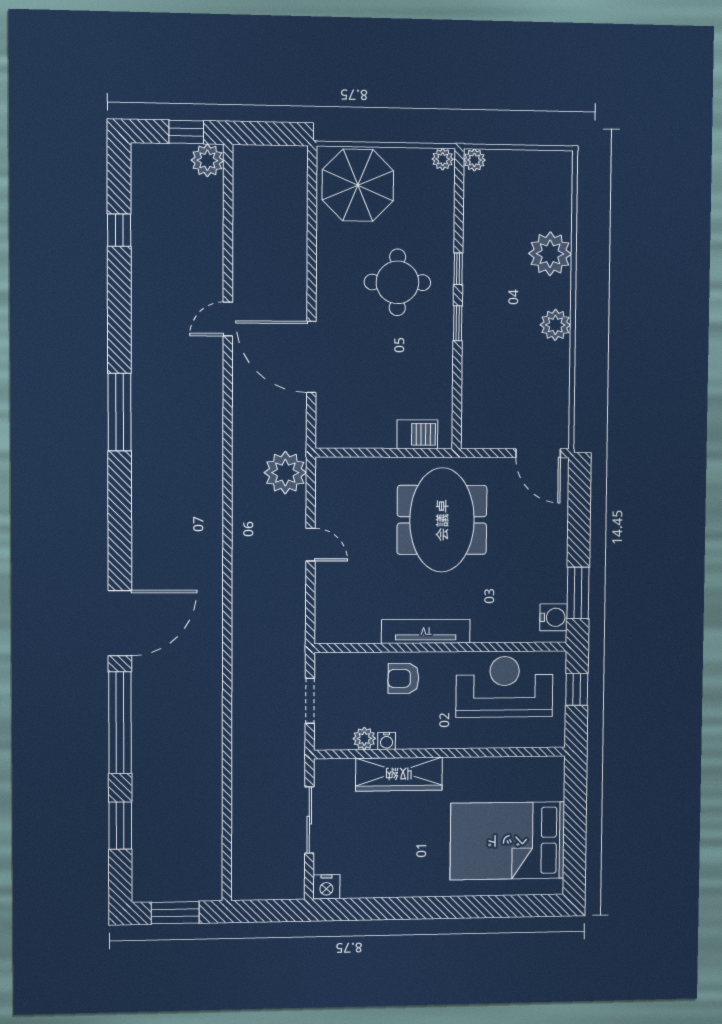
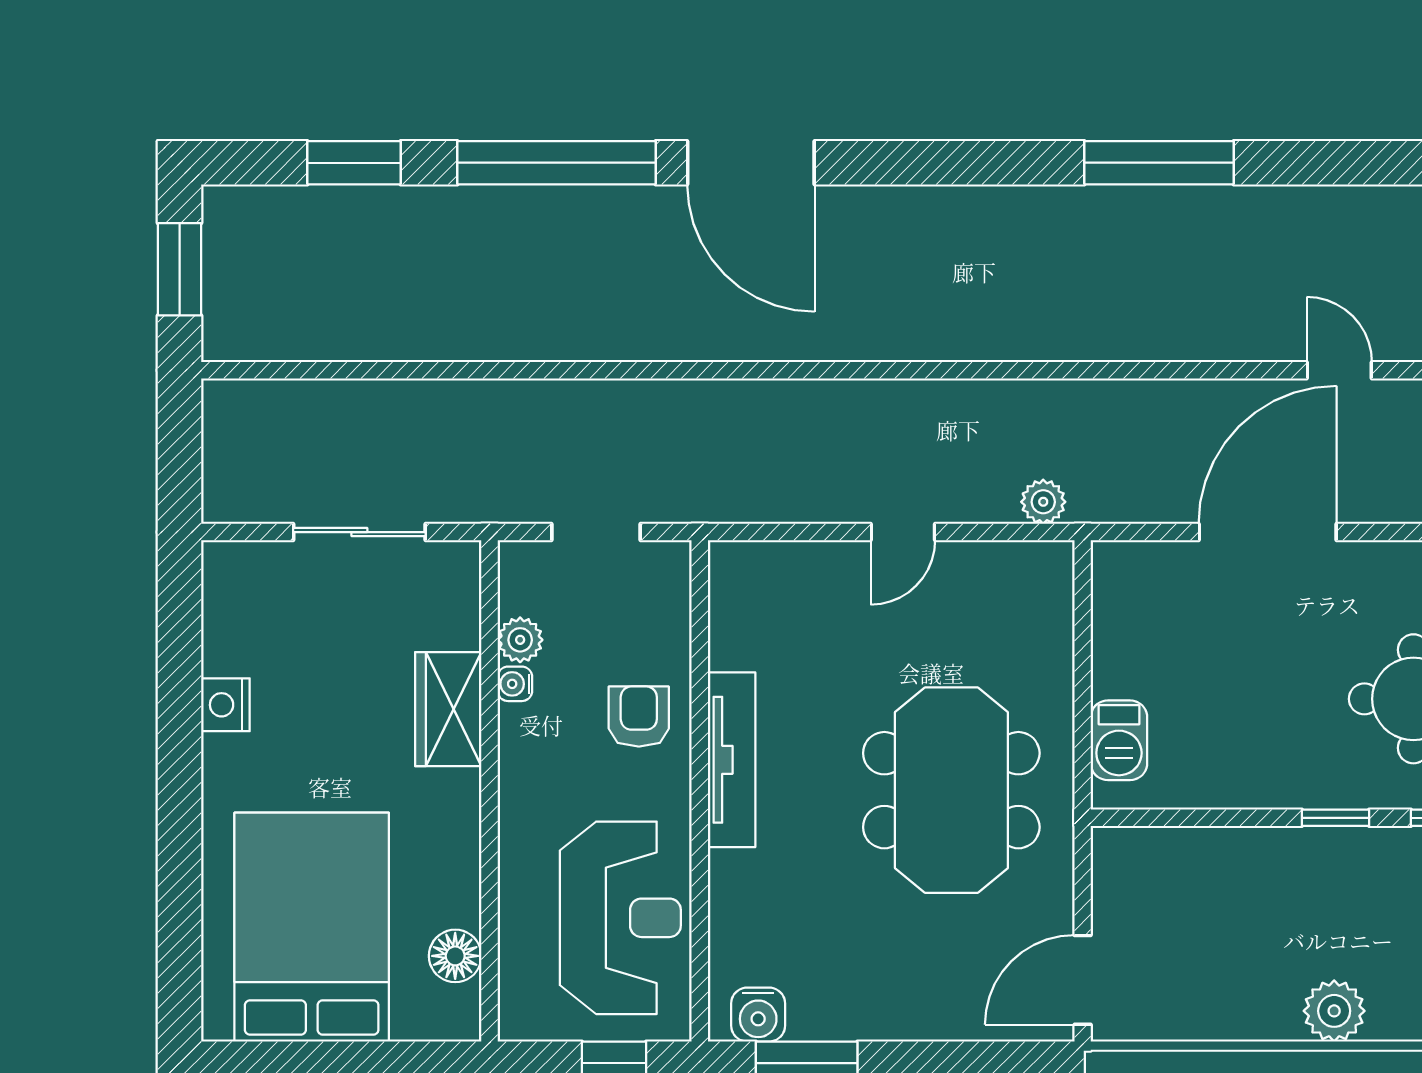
plant: (285, 473) -> (1043, 502), width x0.53, depth x0.53
meeting table: (442, 520) -> (951, 790), turned 90
floor lamp: (523, 769) -> (455, 956), added
wardrobe: (399, 774) -> (448, 709), width x0.67
nightstand: (326, 887) -> (225, 705), moved

